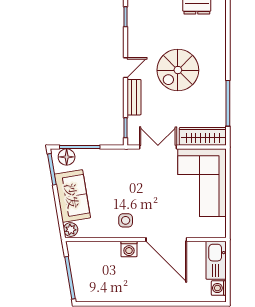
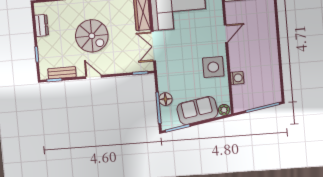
bench: (134, 97) -> (62, 73), moved
floor lamp: (67, 157) -> (165, 99), moved
side table: (126, 220) -> (213, 67), width x1.87, depth x1.87
door: (166, 239) -> (226, 34), width x0.53
washing machine: (129, 249) -> (237, 78), moved

